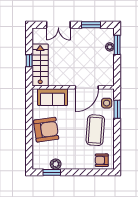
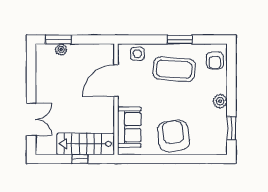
window: (91, 25) -> (31, 75), removed
door: (87, 87) -> (116, 81), swing flipped
window: (117, 109) -> (180, 40), moved
plant: (56, 164) -> (220, 101), moved

